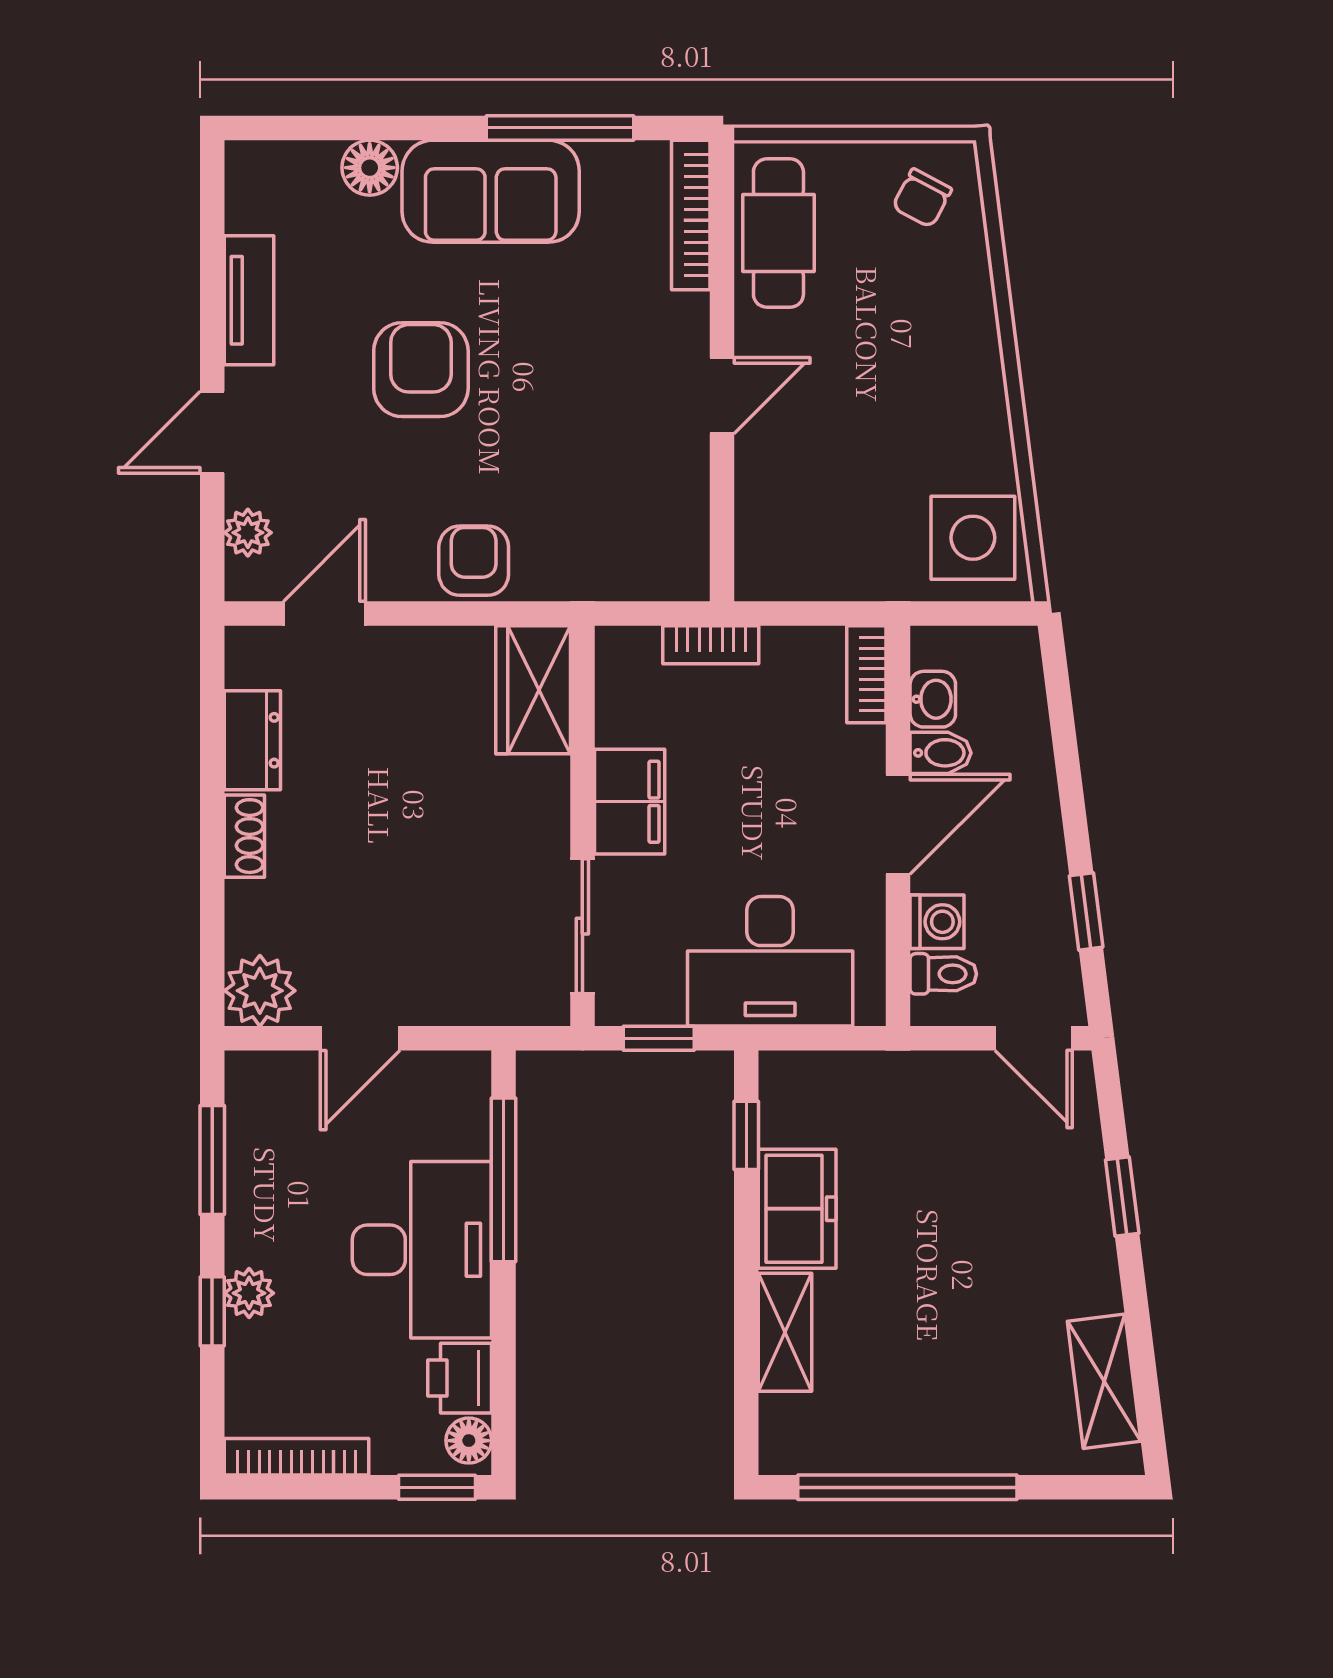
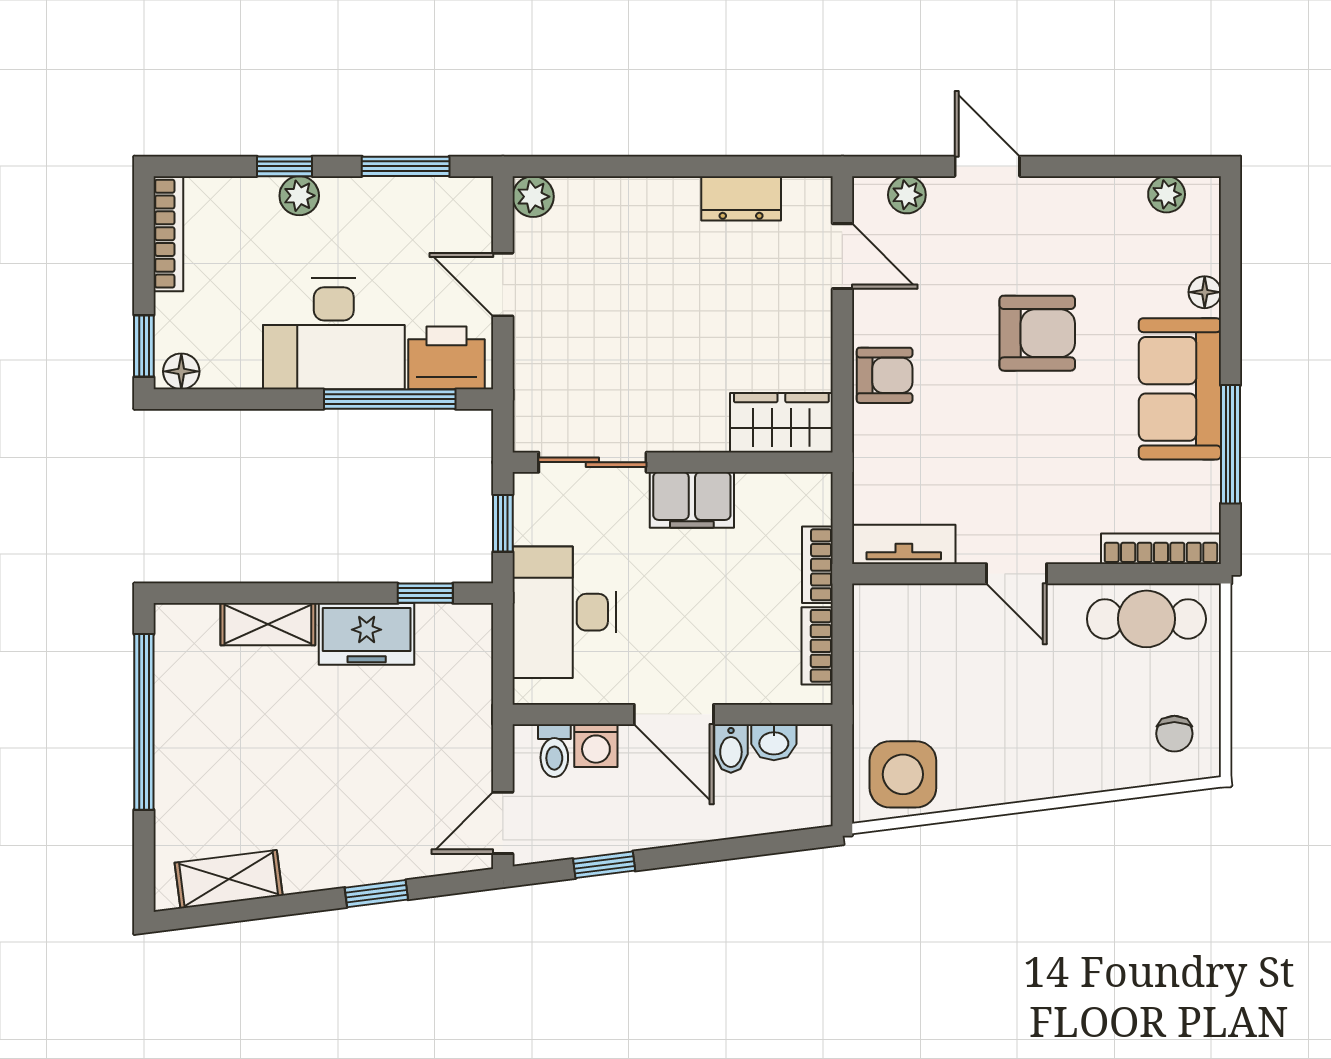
floor lamp: (370, 168) -> (1205, 292), width x0.73, depth x0.73
chair: (922, 198) -> (1174, 734), turned -118
plant: (247, 208) -> (1167, 194), added
tv unit: (249, 300) -> (904, 544), moved, turned 180
bookcase: (866, 674) -> (817, 646), moved, turned -90
shoe rack: (244, 836) -> (664, 192), removed
plant: (260, 991) -> (533, 197), width x0.73, depth x0.73
printer: (460, 1378) -> (447, 358), moved, width x1.36, depth x1.24

